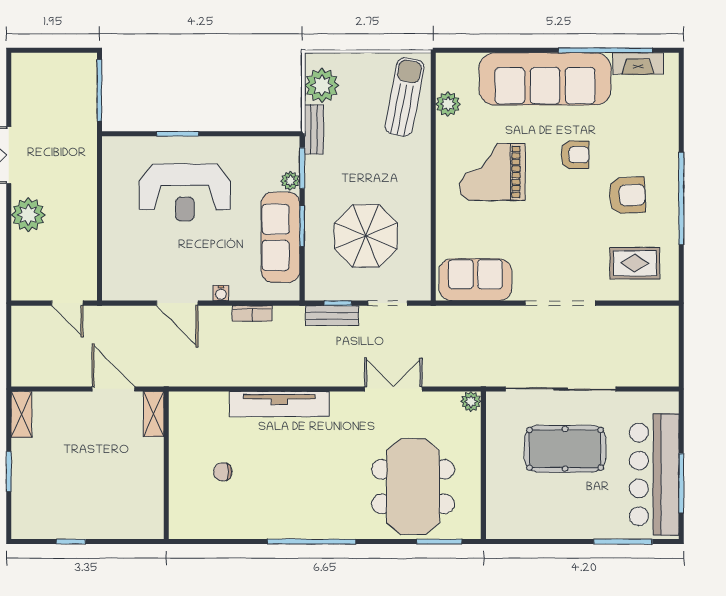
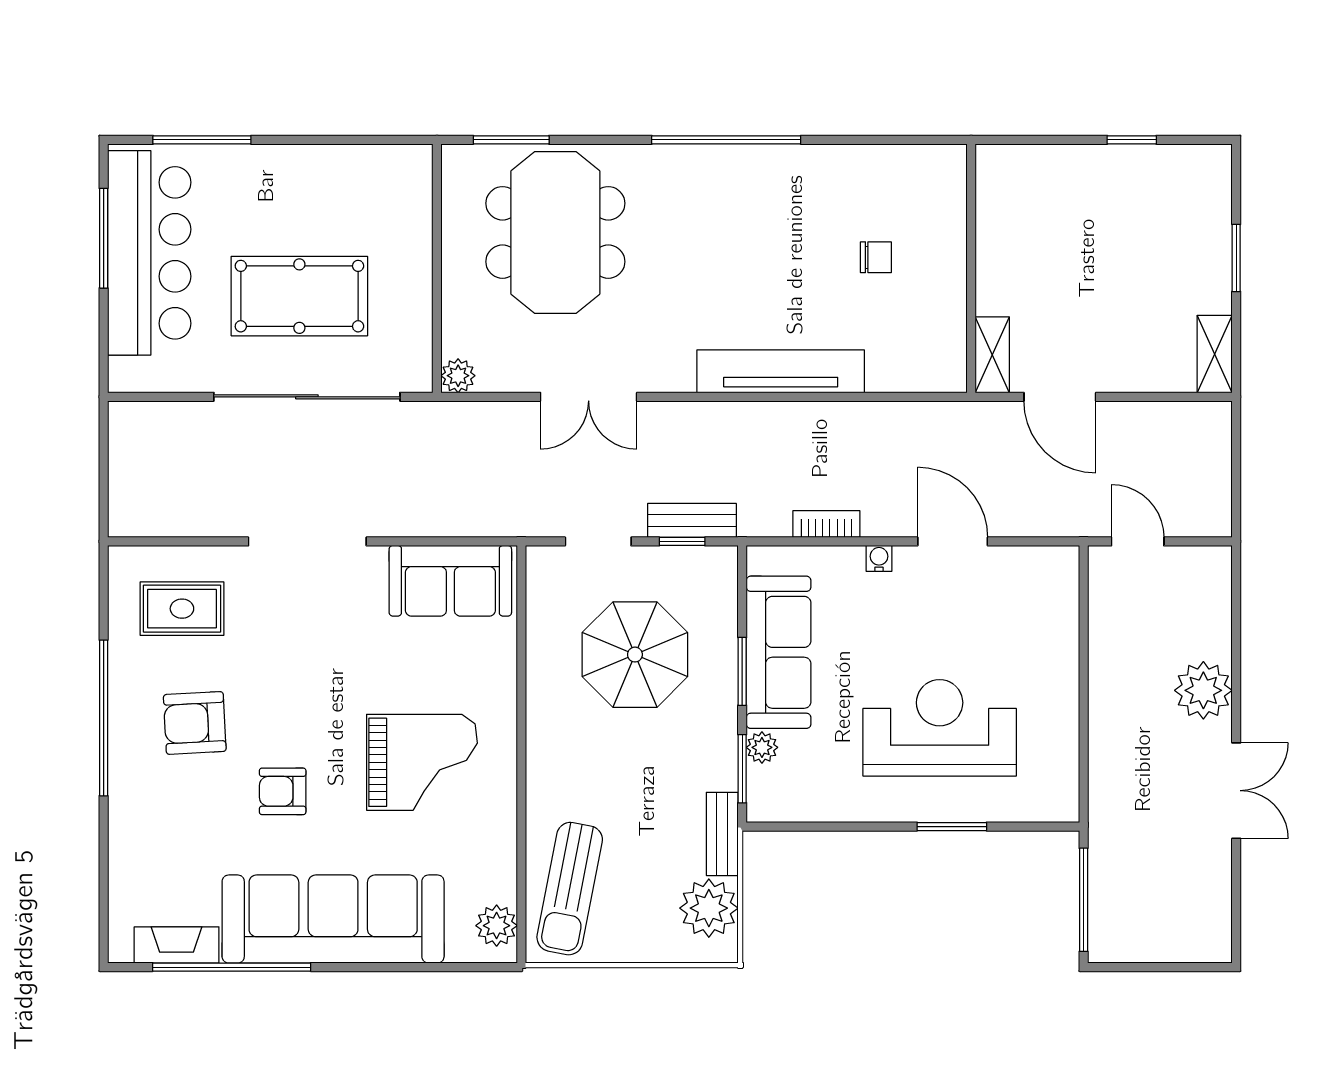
plant: (448, 104) -> (497, 926), moved

